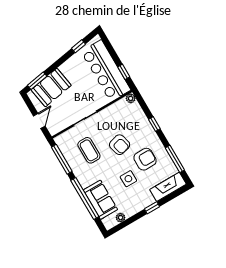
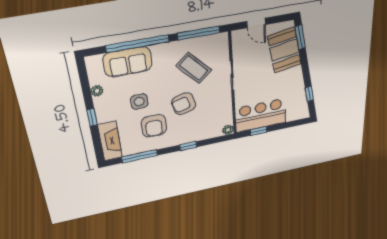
bar counter: (106, 71) -> (261, 115), width x0.73
coffee table: (89, 150) -> (194, 68), turned 48
plant: (121, 218) -> (97, 91), moved

